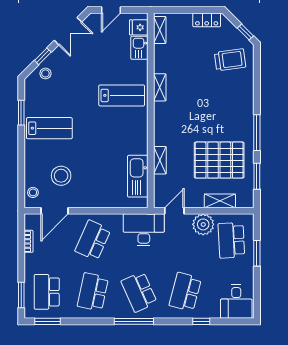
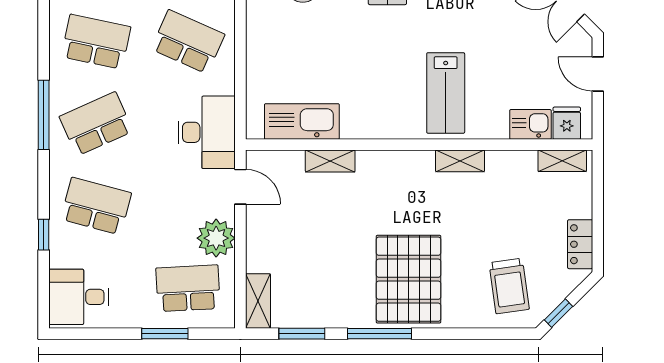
pallet: (219, 160) -> (409, 279), moved
shelving: (220, 201) -> (258, 301), moved

